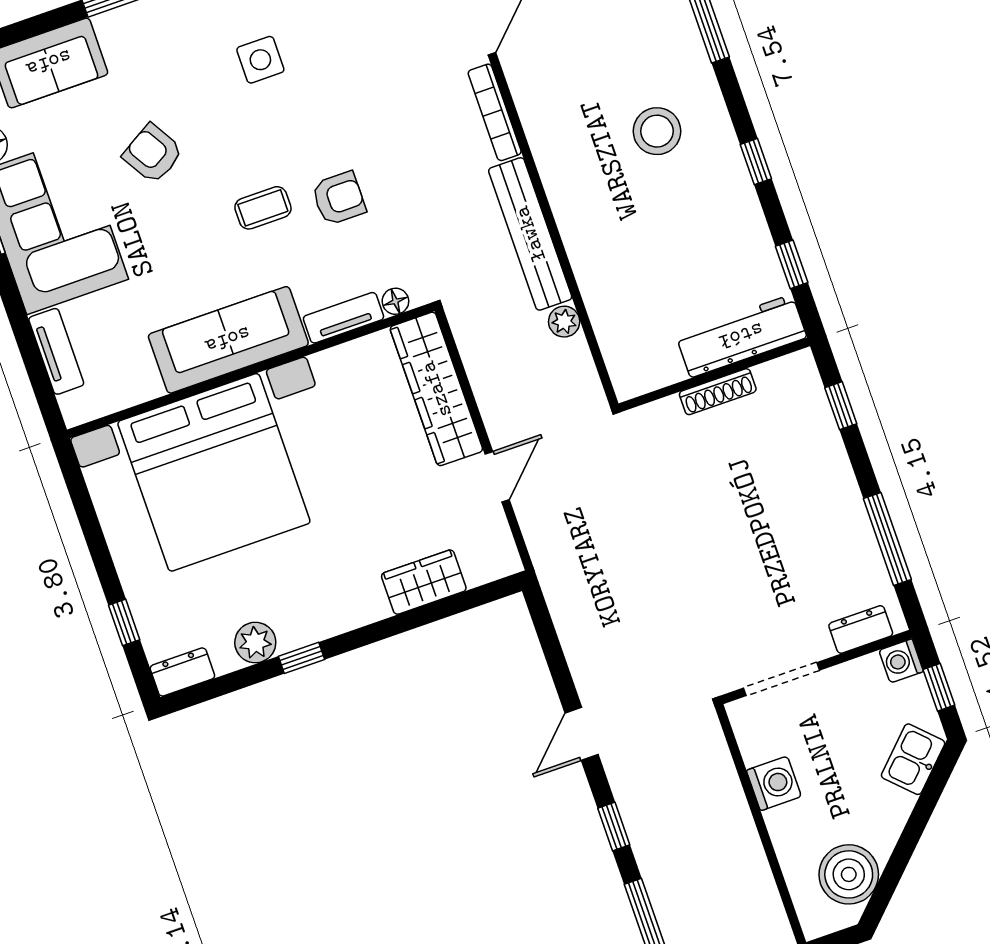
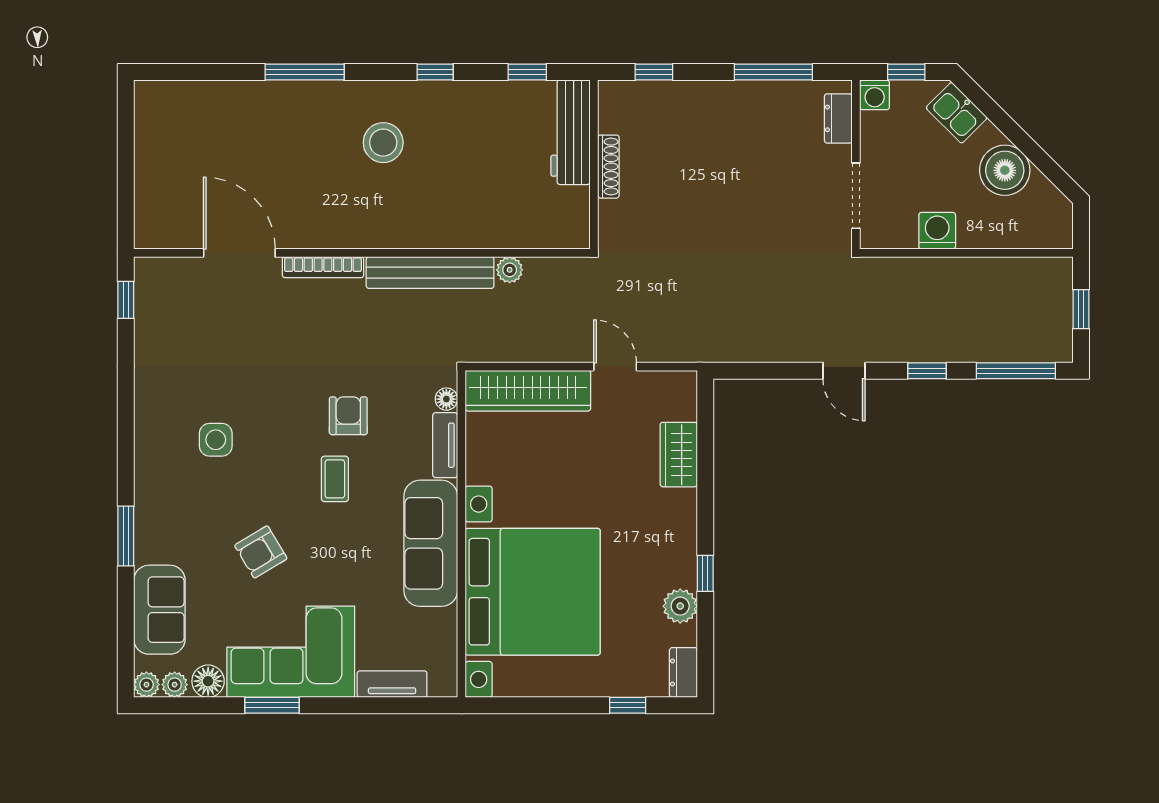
boiler: (849, 874) -> (1005, 170), moved

